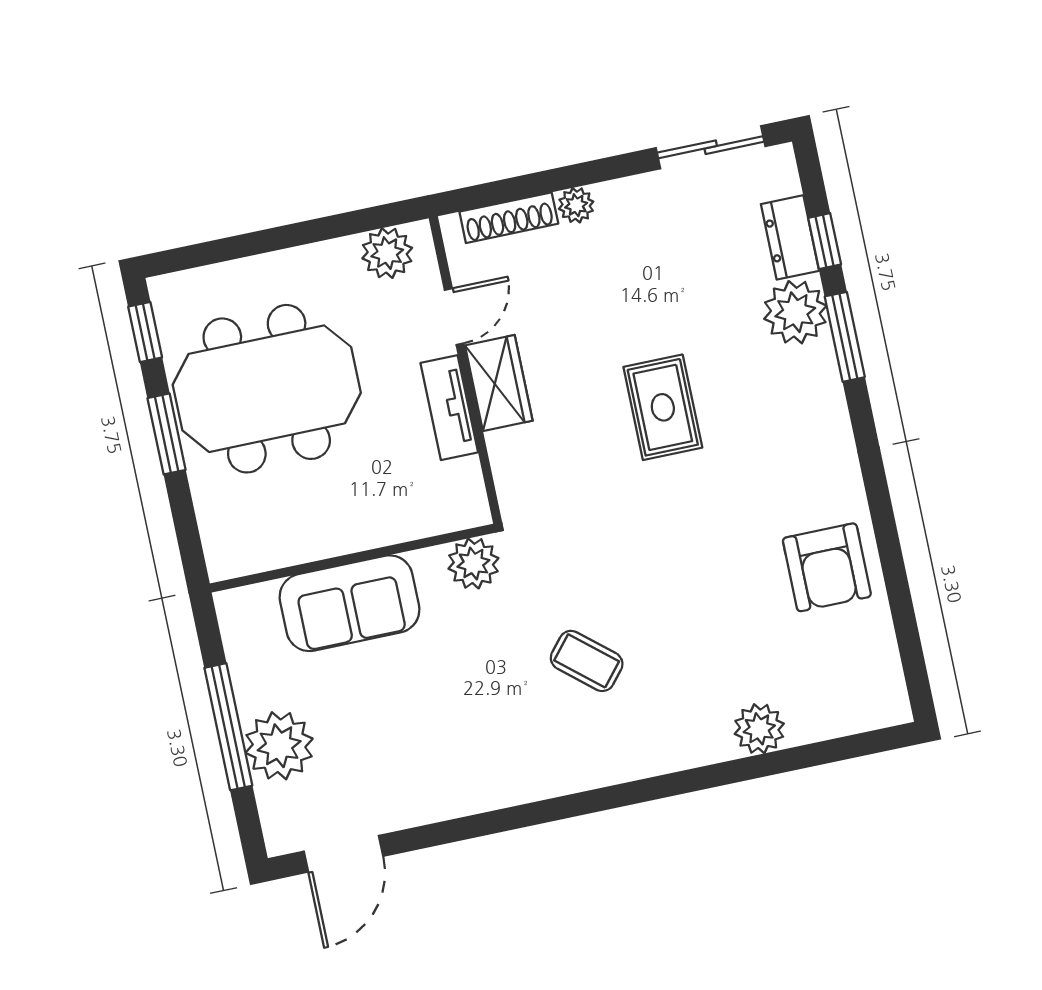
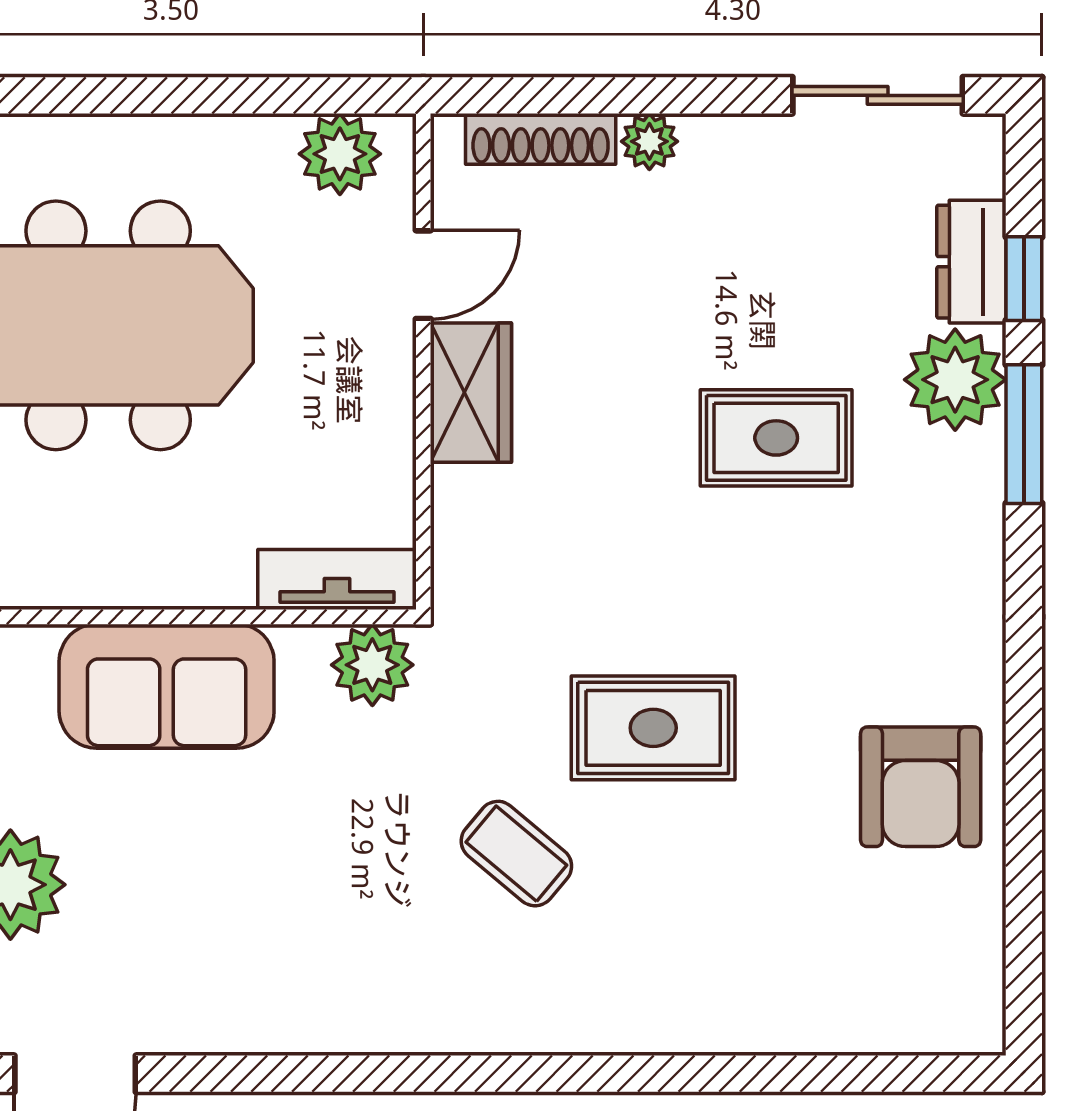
rug: (663, 407) -> (776, 438), moved, turned 90
tv unit: (449, 408) -> (337, 580), moved, turned 90
rug: (655, 566) -> (653, 728), added
plant: (759, 729) -> (763, 1016), removed

